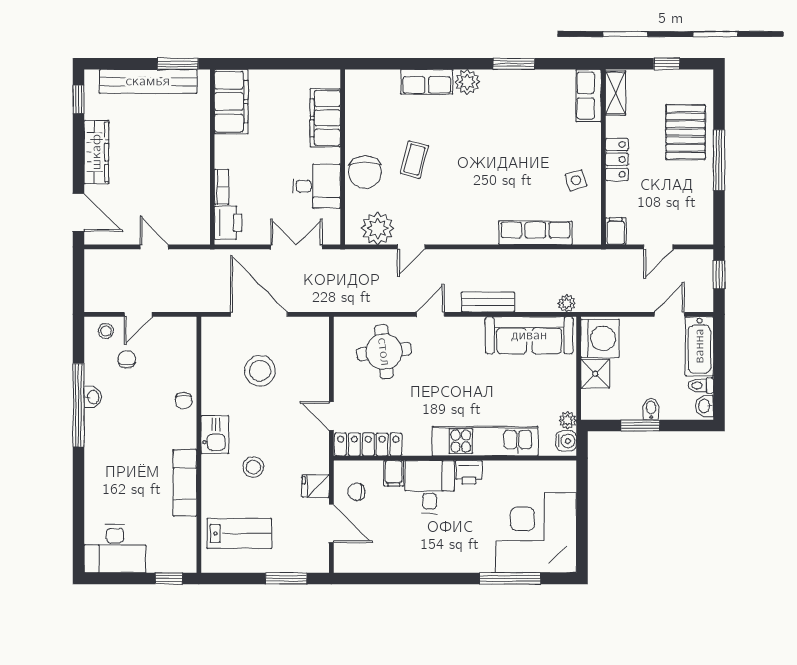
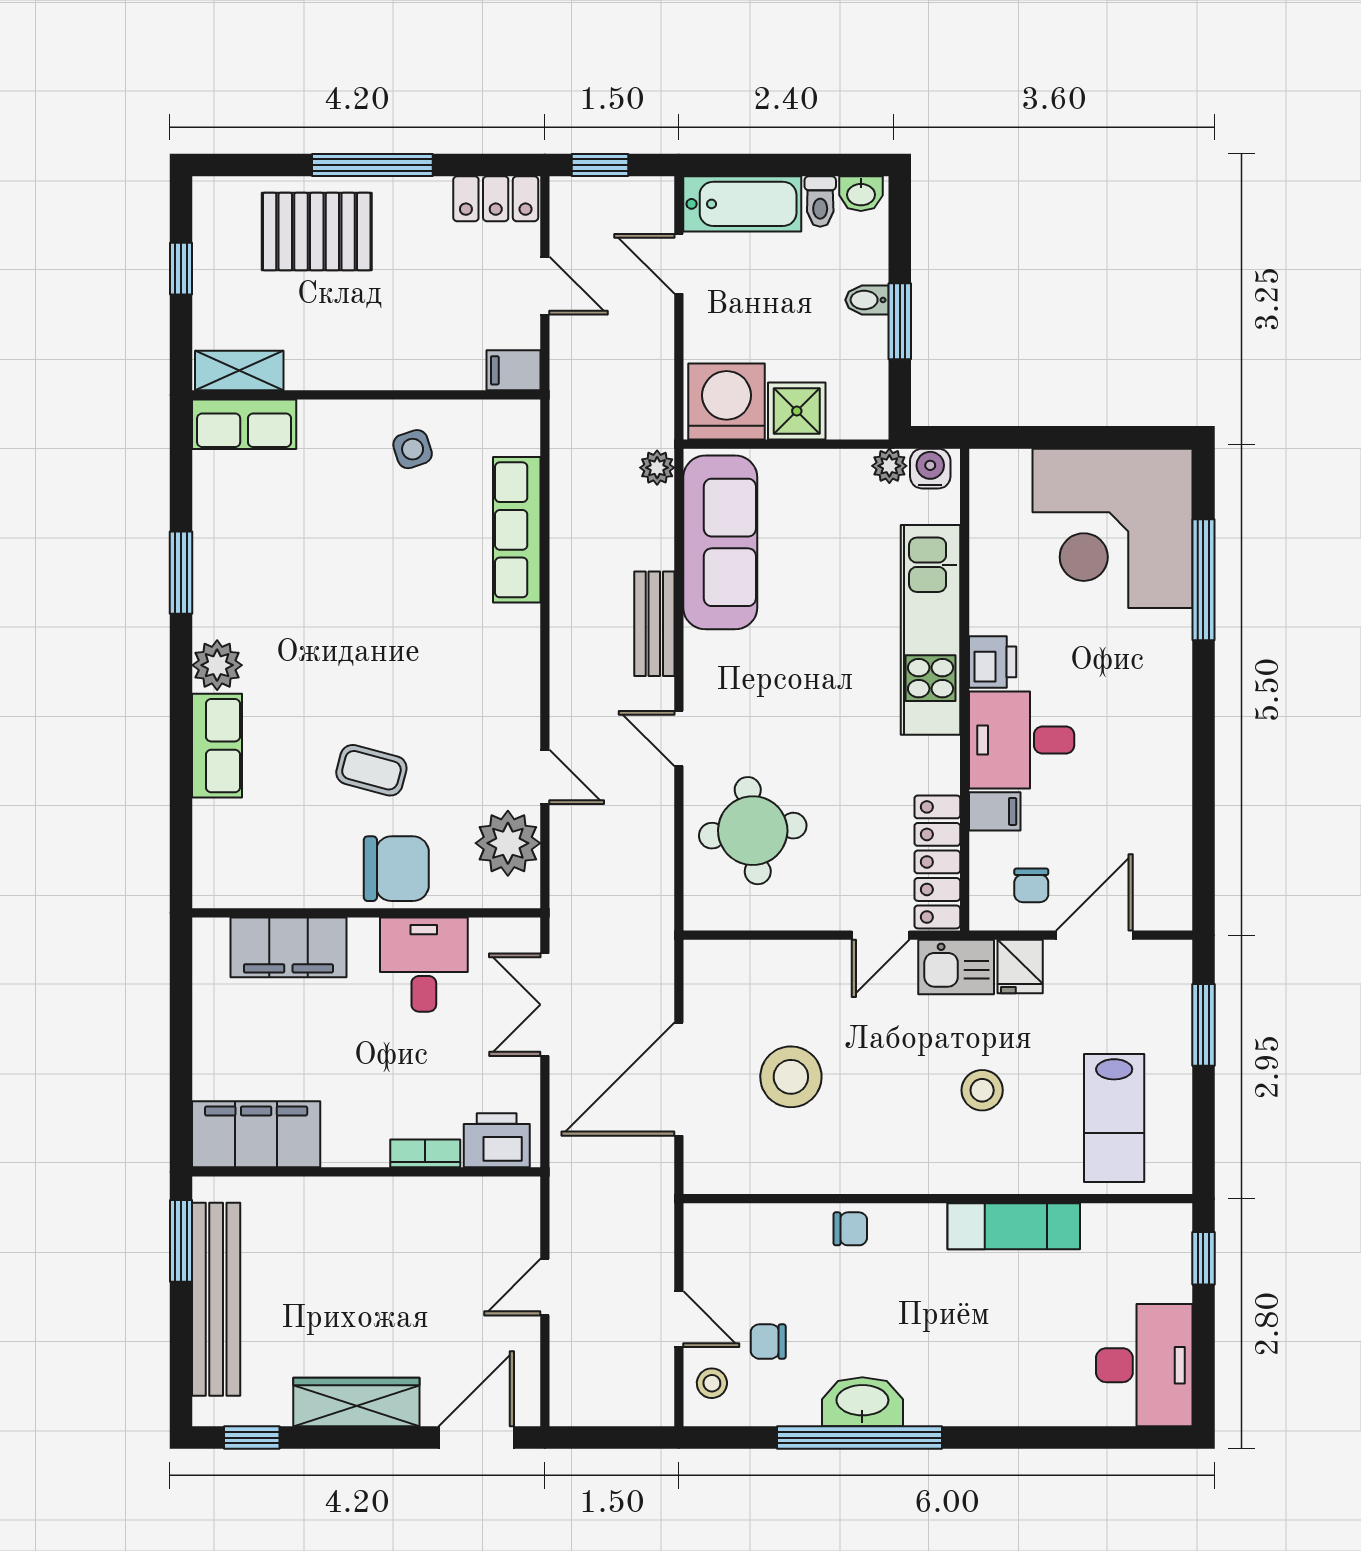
locker: (617, 159) -> (496, 199), moved, turned 180
washbasin: (93, 397) -> (862, 1402), width x1.91, depth x1.45
kitchen sink: (215, 435) -> (956, 967), moved, turned 180
lab bench: (239, 533) -> (1114, 1118), turned 180

